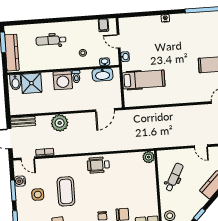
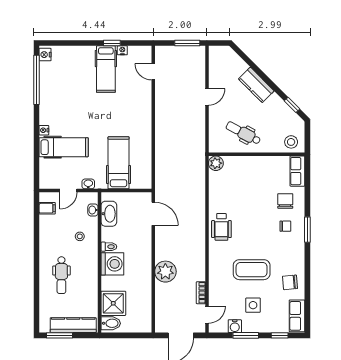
hospital bed: (153, 35) -> (64, 147), added
bench: (23, 122) -> (161, 317), removed

